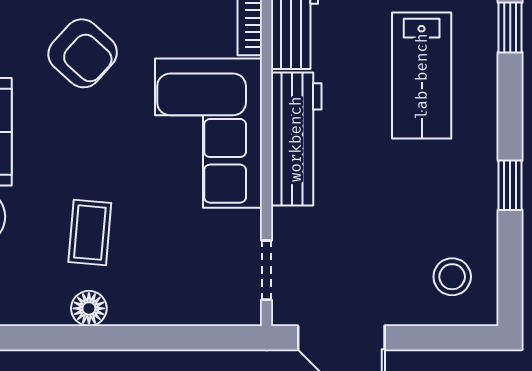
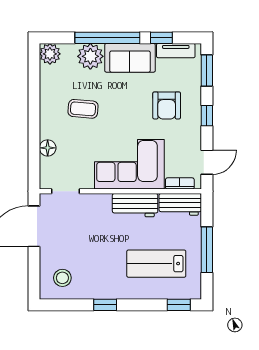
armchair: (83, 53) -> (167, 105), turned -42
workbench: (296, 139) -> (135, 205), width x0.73
floor lamp: (89, 308) -> (48, 148), moved

